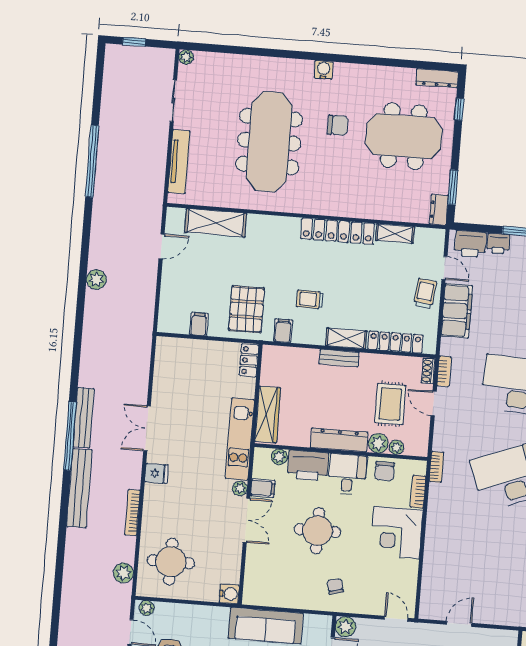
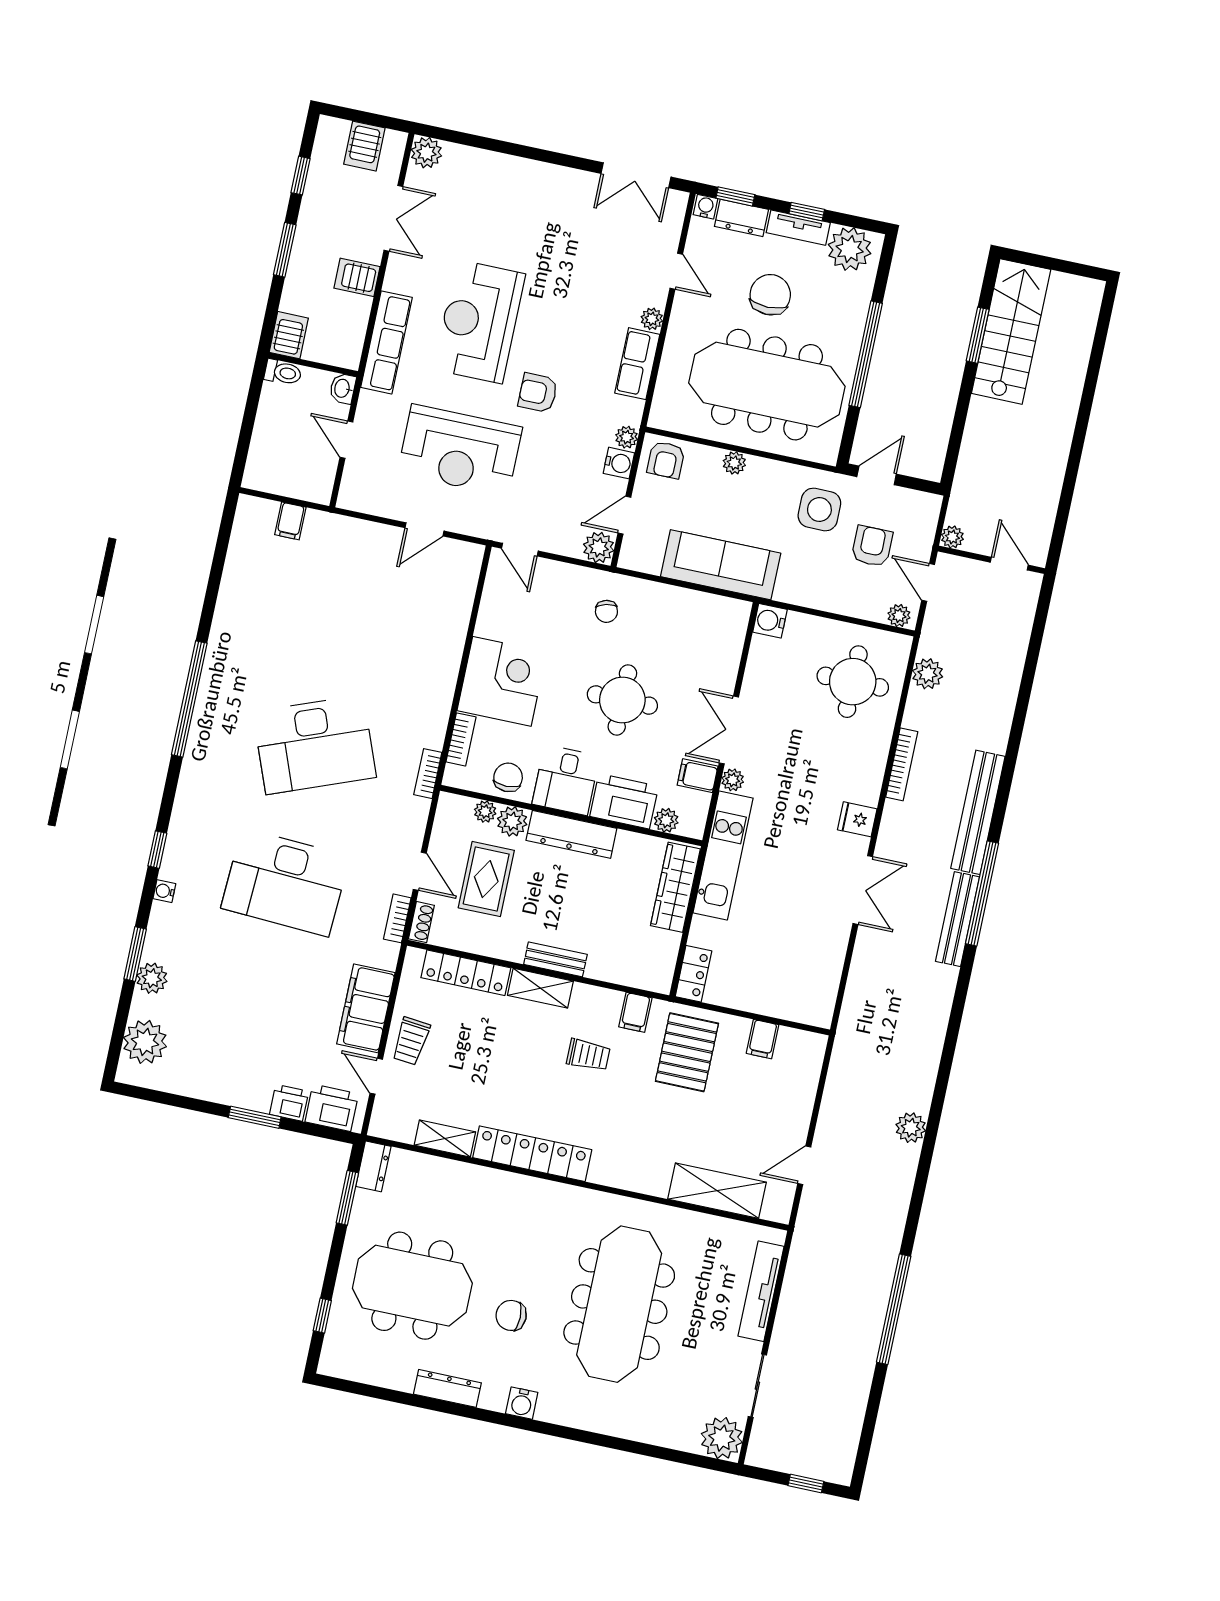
plant: (186, 57) -> (722, 1438), width x1.88, depth x1.88
dresser: (437, 78) -> (447, 1388), moved

